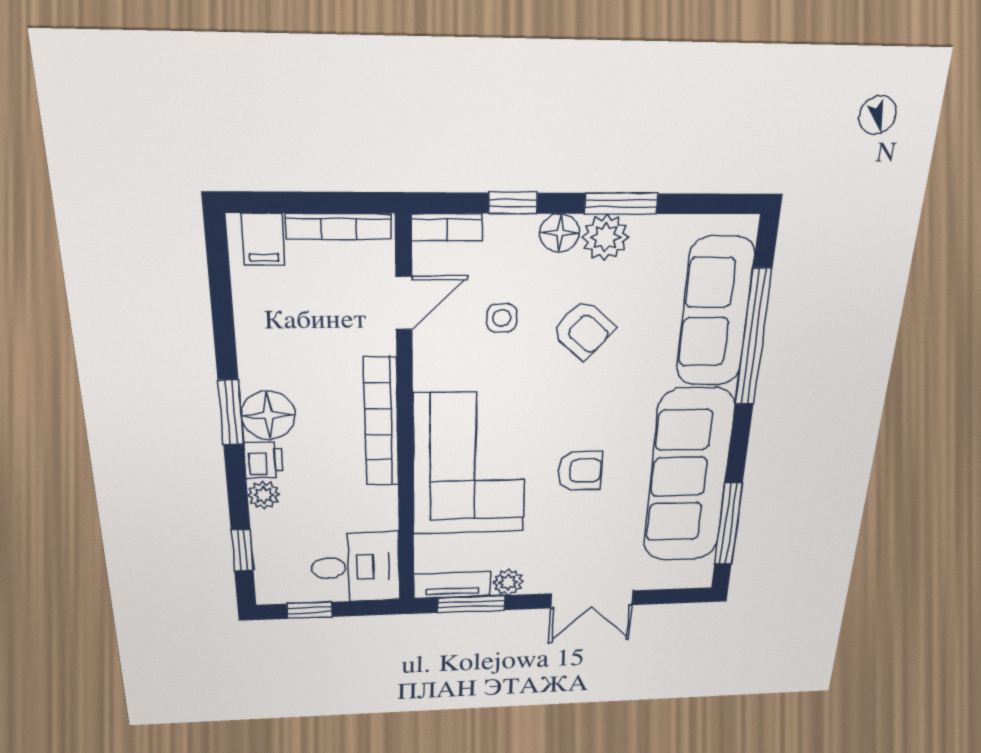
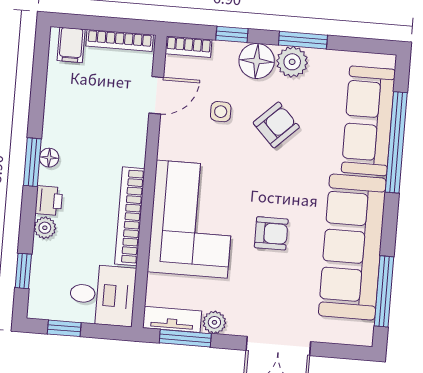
floor lamp: (560, 233) -> (257, 61), width x1.38, depth x1.38
armchair: (584, 329) -> (276, 125), turned -86
floor lamp: (268, 415) -> (49, 158), width x0.53, depth x0.53
bookcase: (381, 422) -> (130, 216), moved

